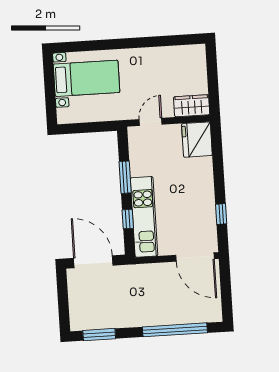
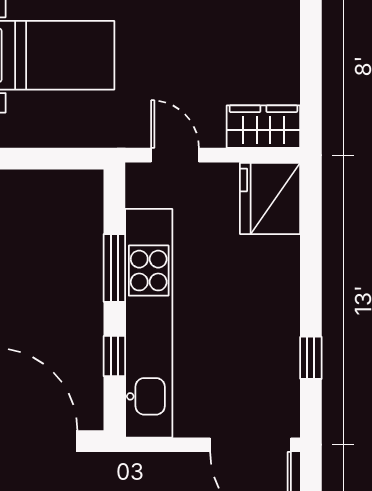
door: (151, 122) -> (175, 155), hinge flipped
kitchen unit: (144, 217) -> (149, 323), width x1.36

